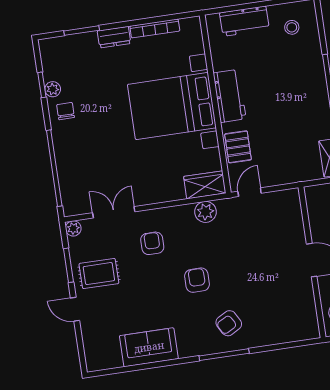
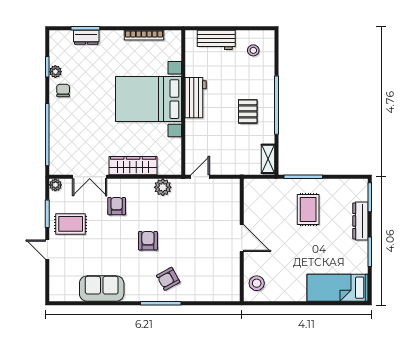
dresser: (114, 37) -> (86, 37), moved
pallet: (238, 147) -> (248, 111), moved
wardrobe: (205, 185) -> (133, 166), moved, width x1.50
double door: (114, 212) -> (90, 177), swing flipped

